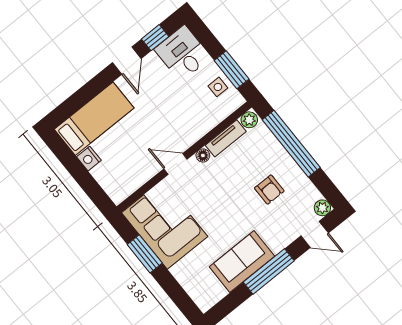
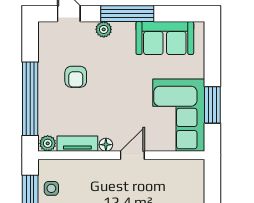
door: (176, 164) -> (132, 155), swing flipped
armchair: (269, 190) -> (76, 77), turned 180
plant: (322, 208) -> (104, 29), moved
sofa: (242, 262) -> (165, 38), moved

